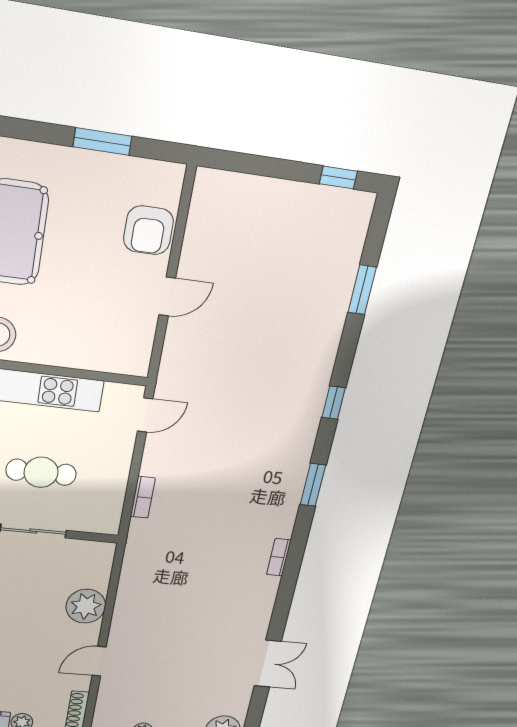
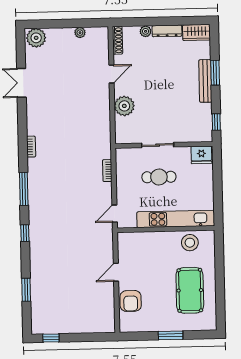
window: (102, 141) -> (171, 335), moved
armchair: (148, 230) -> (131, 301), turned 180
window: (313, 485) -> (24, 189), width x1.44

